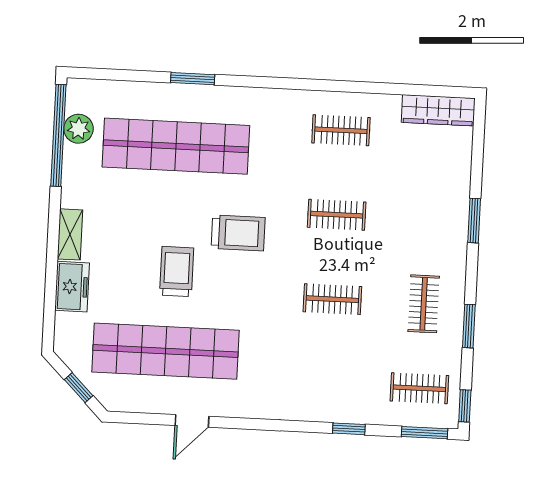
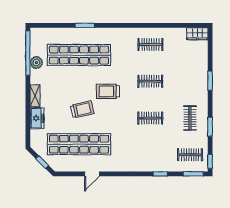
wardrobe: (438, 110) -> (197, 34), width x0.67
plant: (79, 129) -> (36, 63), moved
trolley: (238, 233) -> (108, 91), turned 180
trolley: (177, 271) -> (82, 109), turned 77

